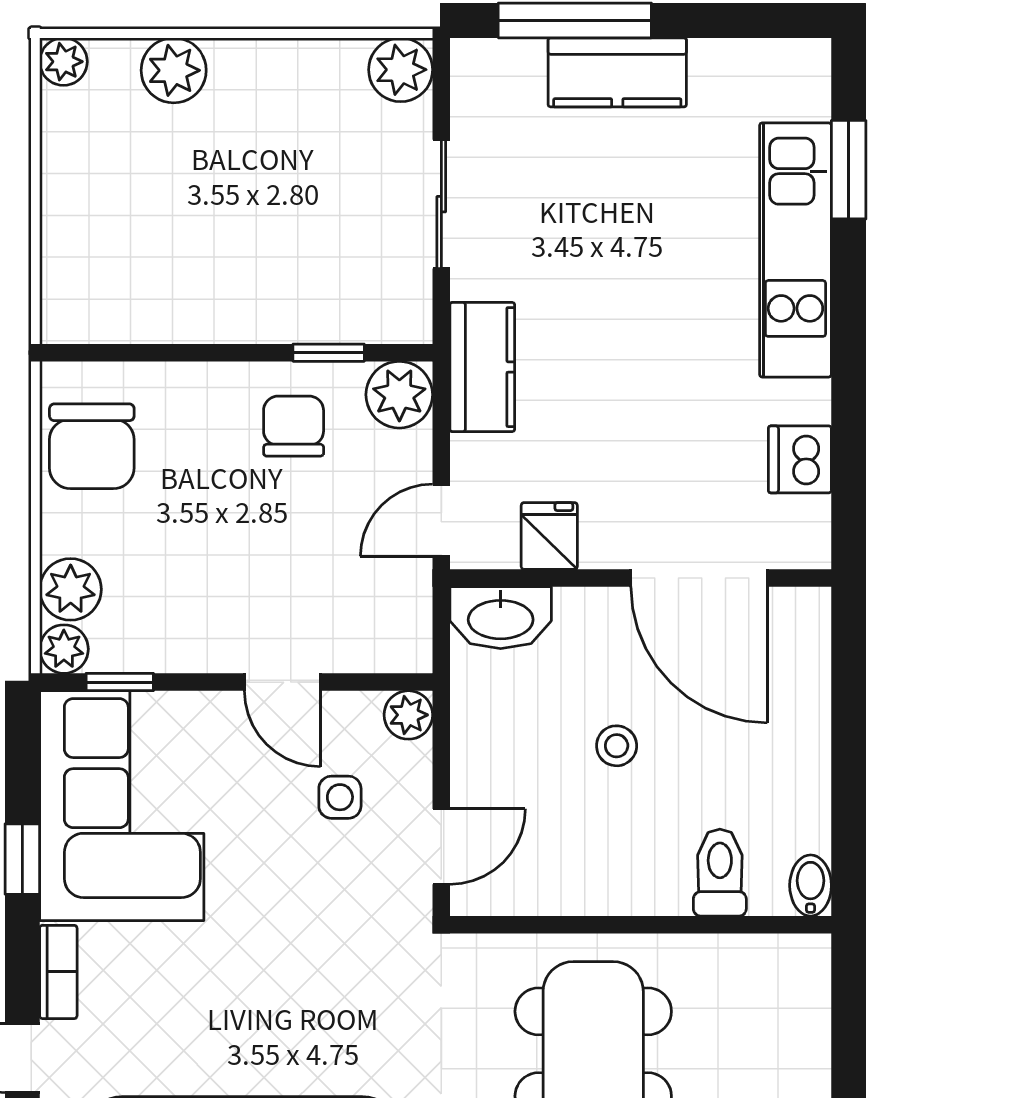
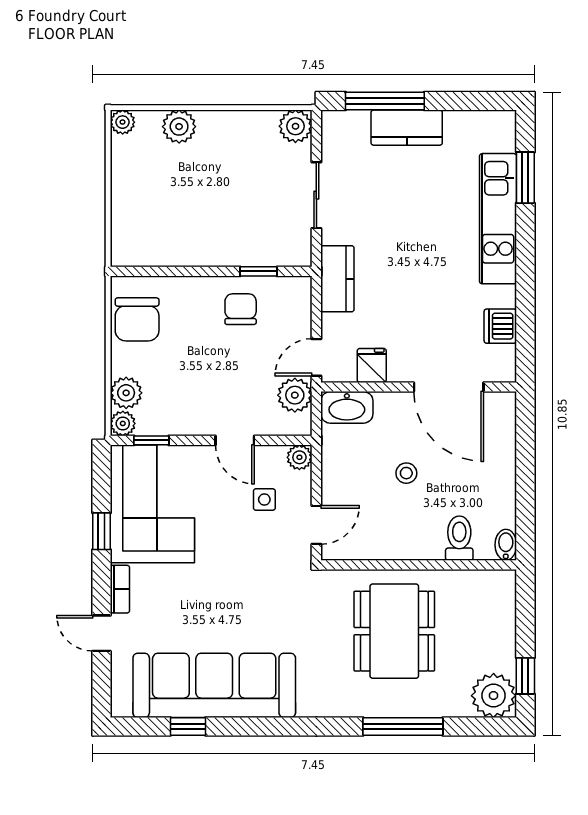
plant: (399, 395) -> (295, 395), moved

